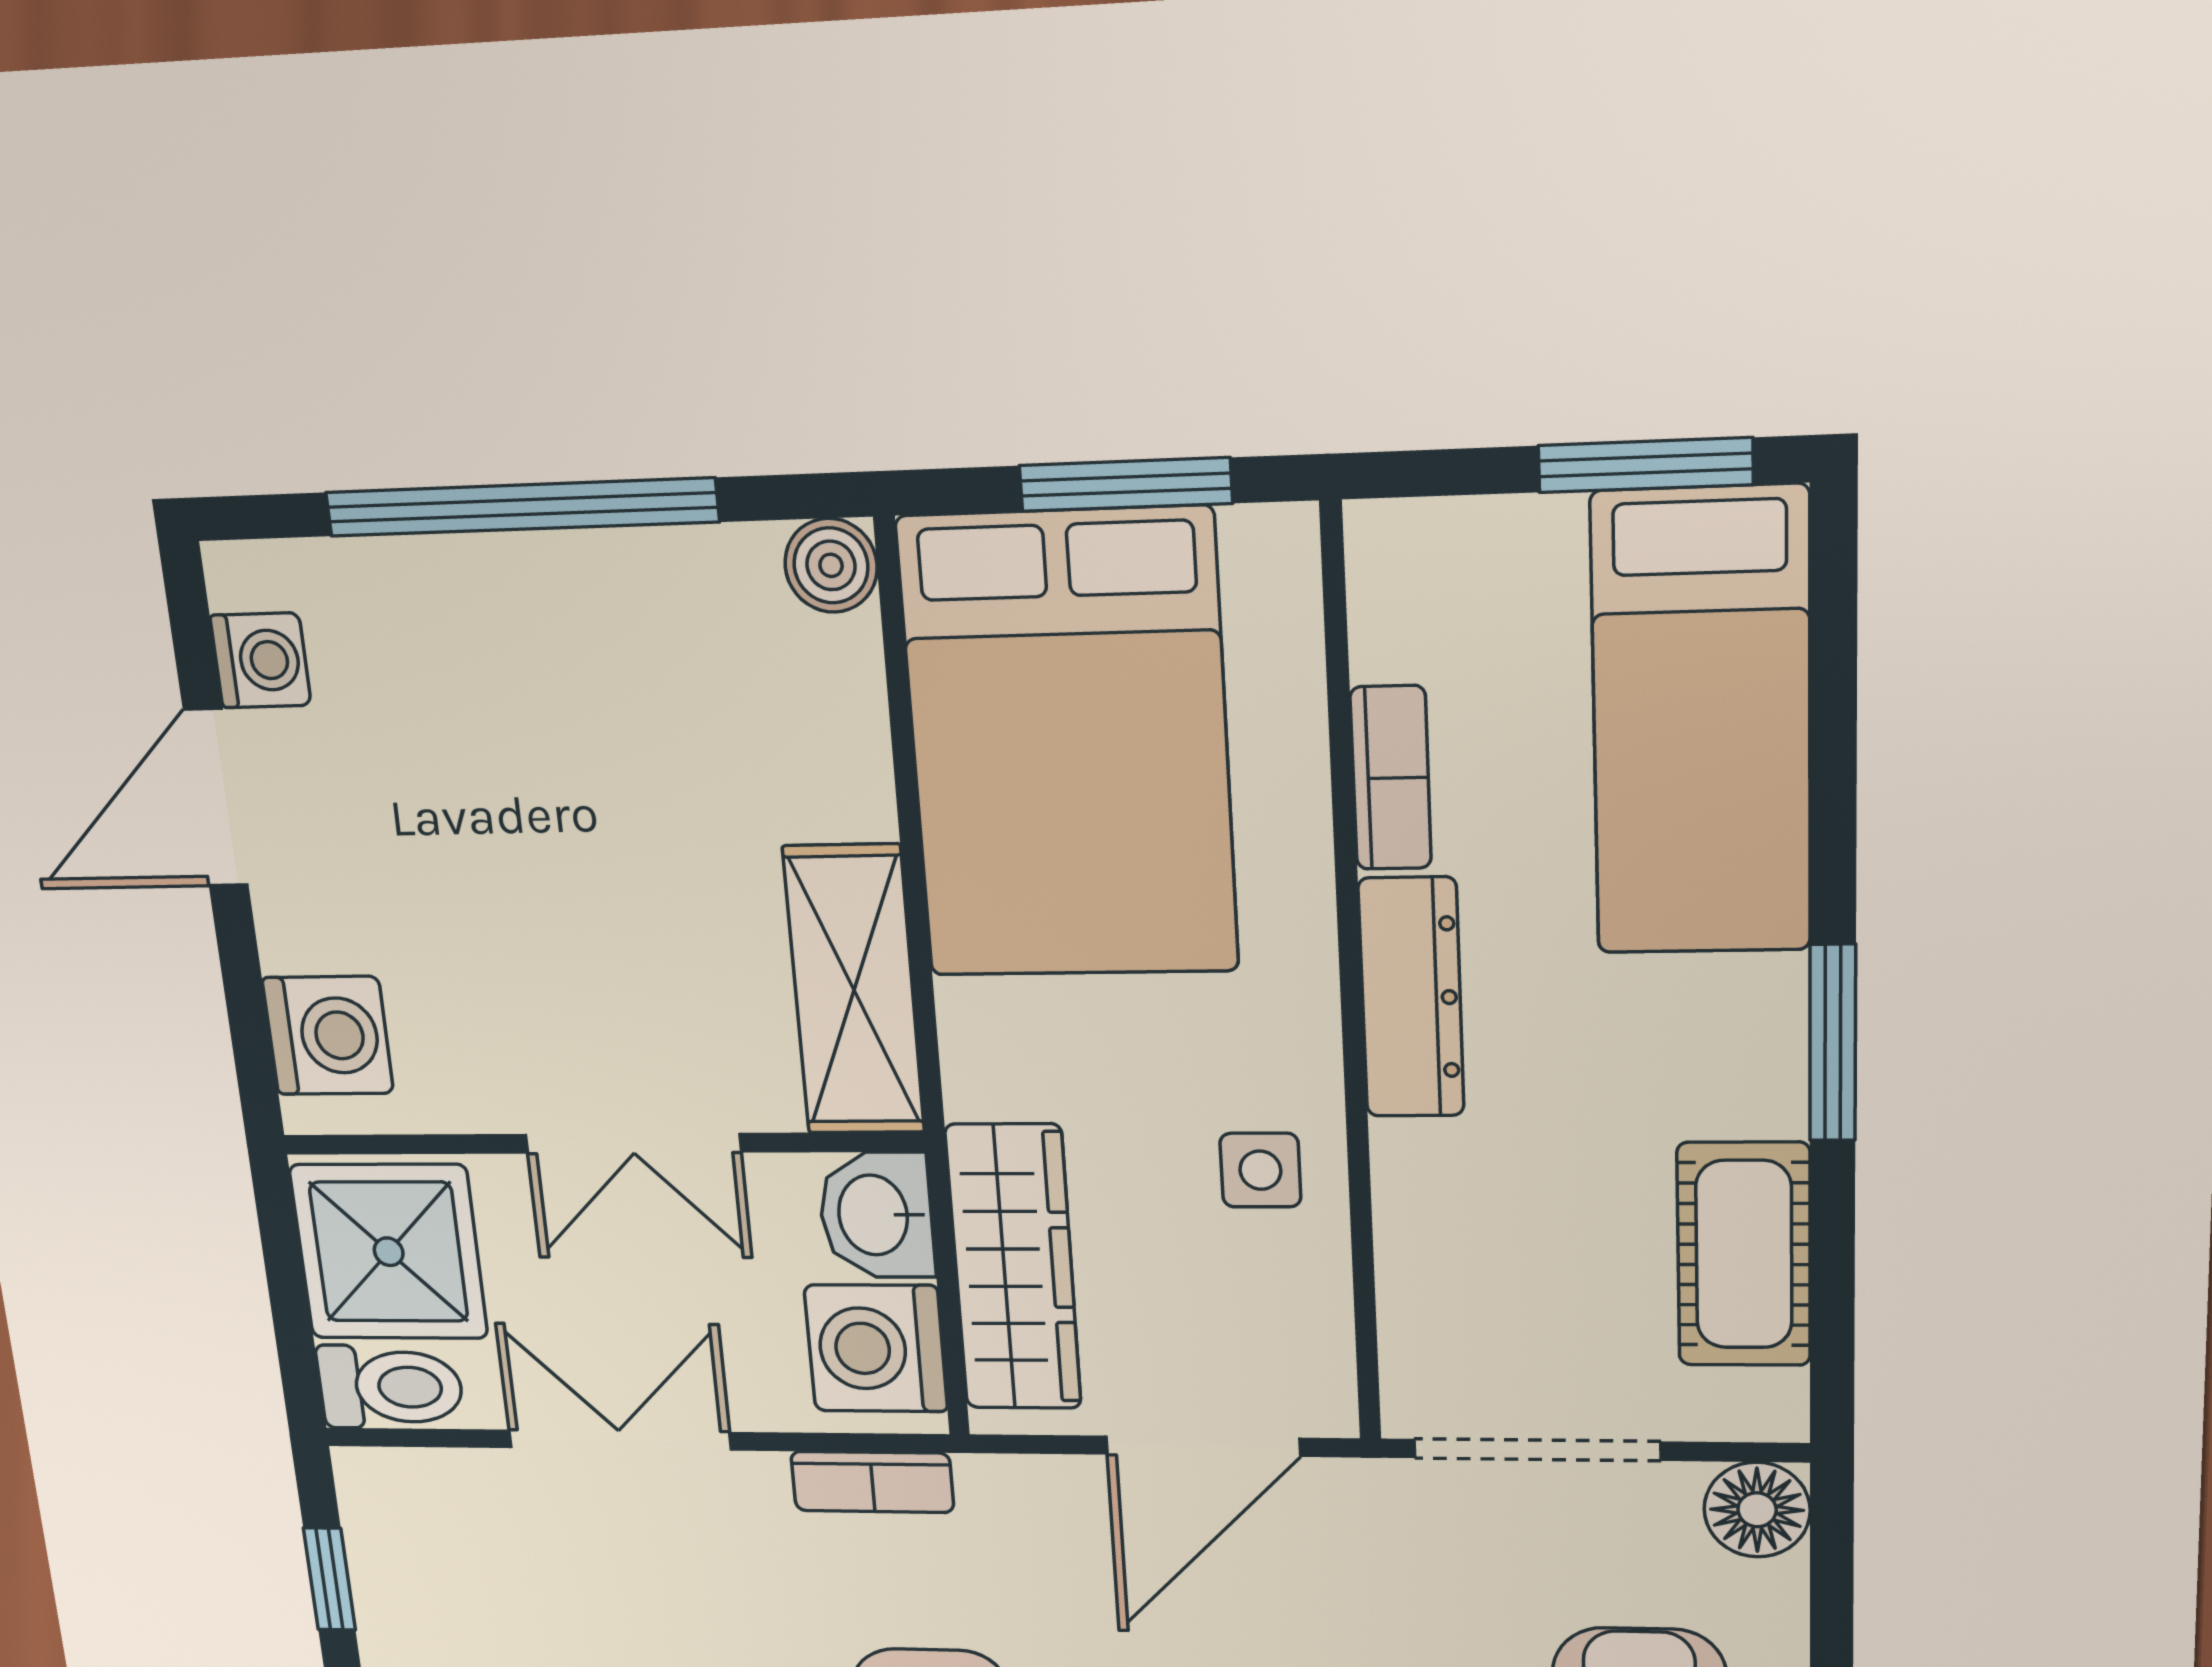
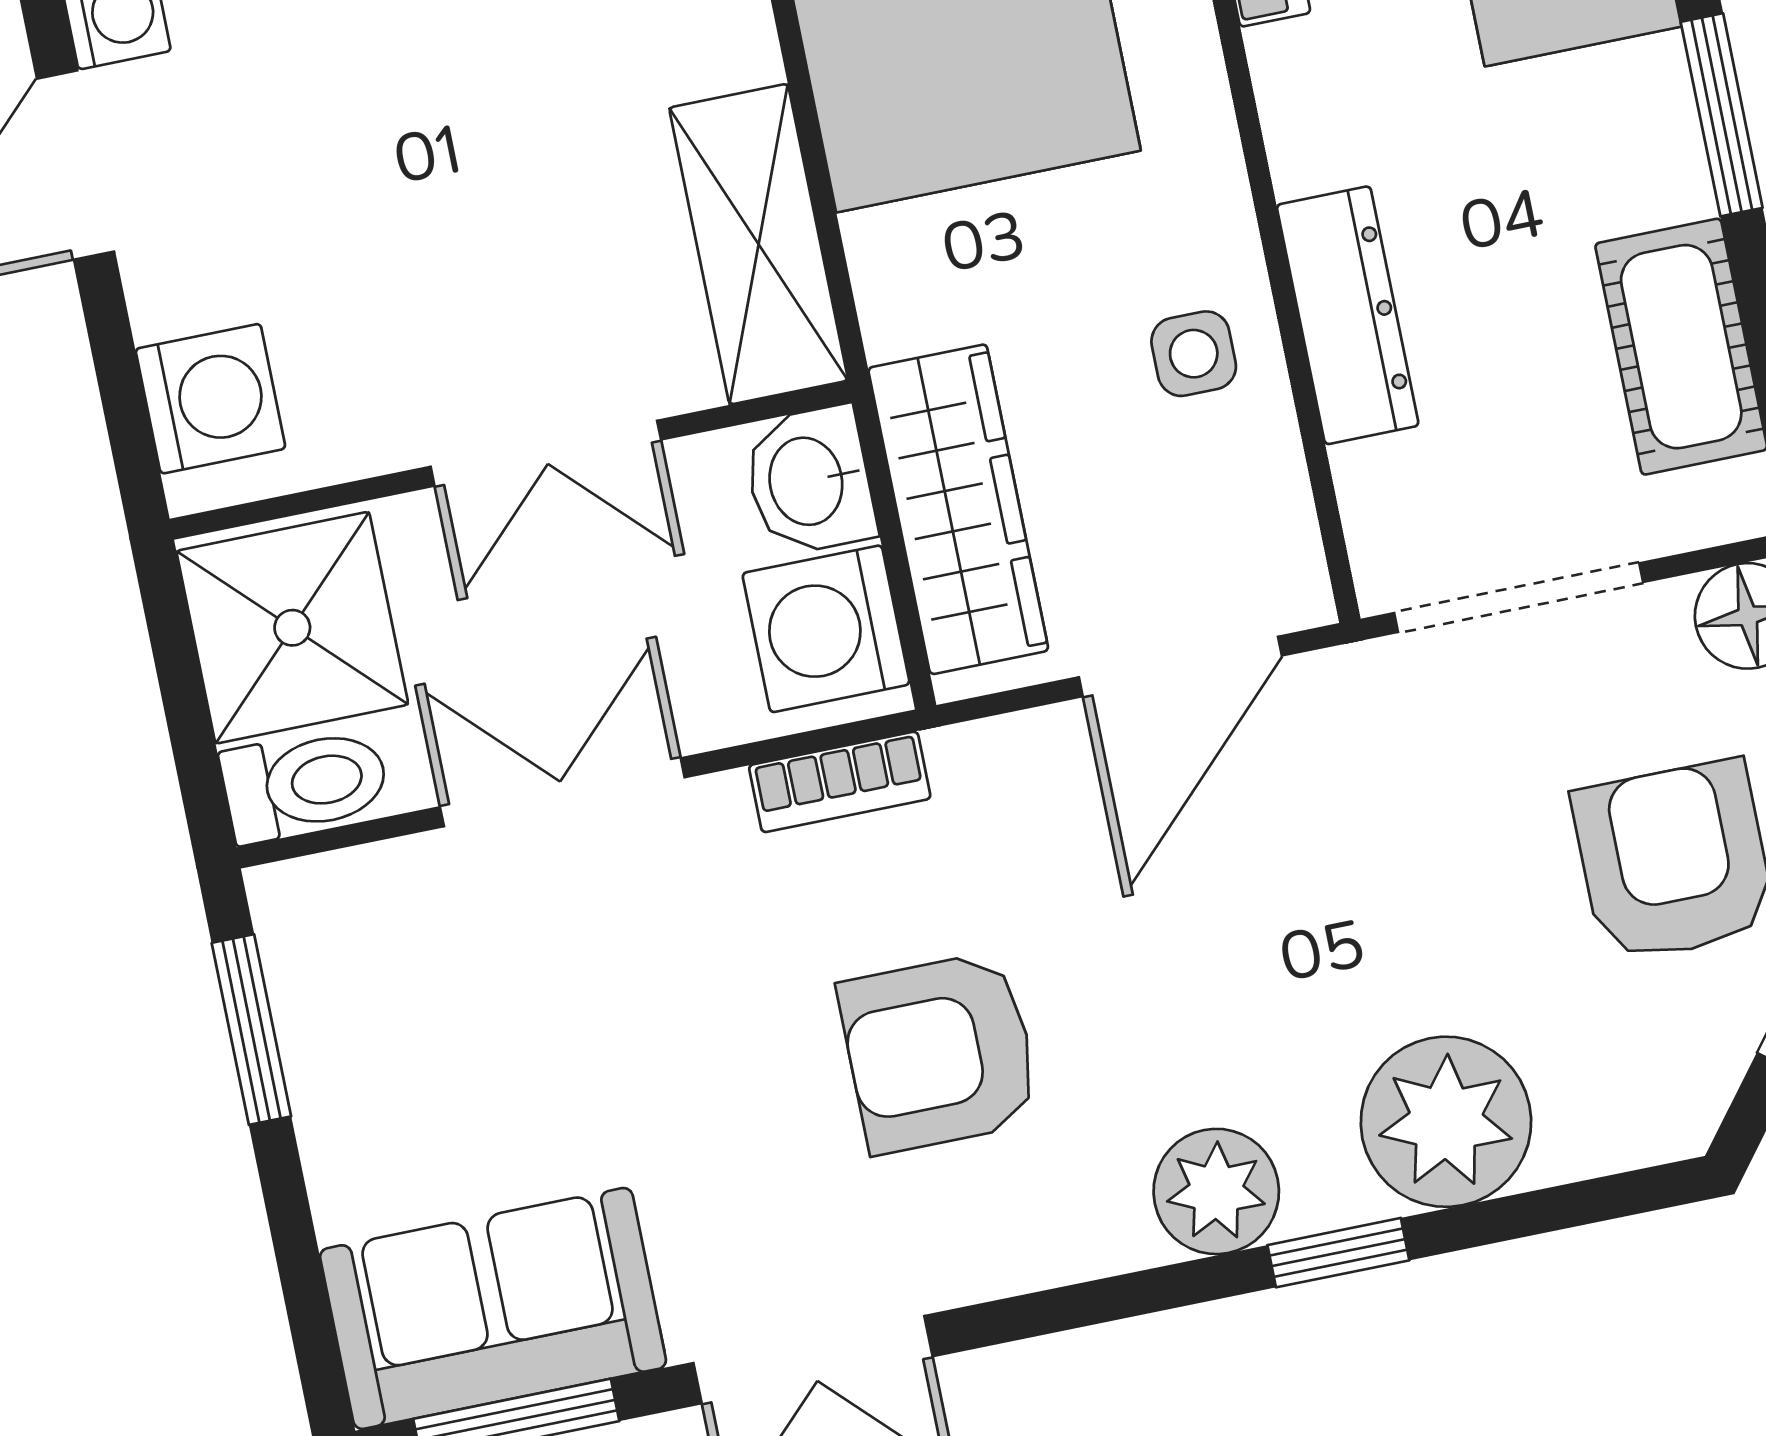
dresser: (1411, 998) -> (1348, 315), moved
window: (330, 1579) -> (251, 1030), width x1.50

